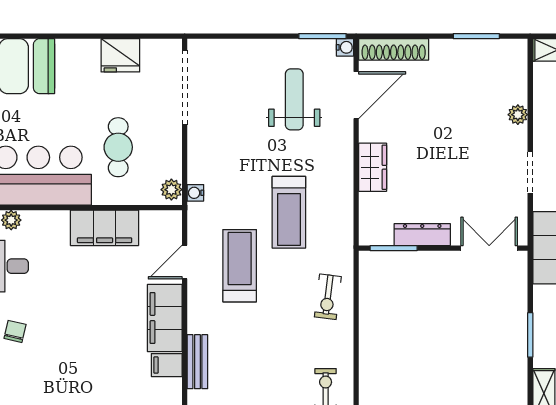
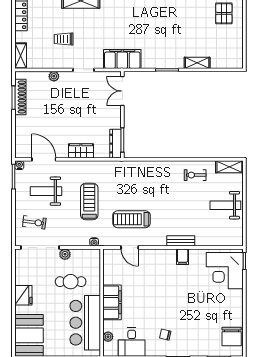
shoe rack: (394, 49) -> (20, 97), moved
fridge: (120, 55) -> (23, 295), moved
plant: (171, 190) -> (65, 254), moved
treadmill: (289, 212) -> (89, 201), moved, turned -90
filing cabinet: (105, 228) -> (112, 302), moved
dresser: (422, 235) -> (115, 144), moved
exercise bike: (328, 297) -> (34, 222), moved
filing cabinet: (165, 318) -> (158, 258), removed

